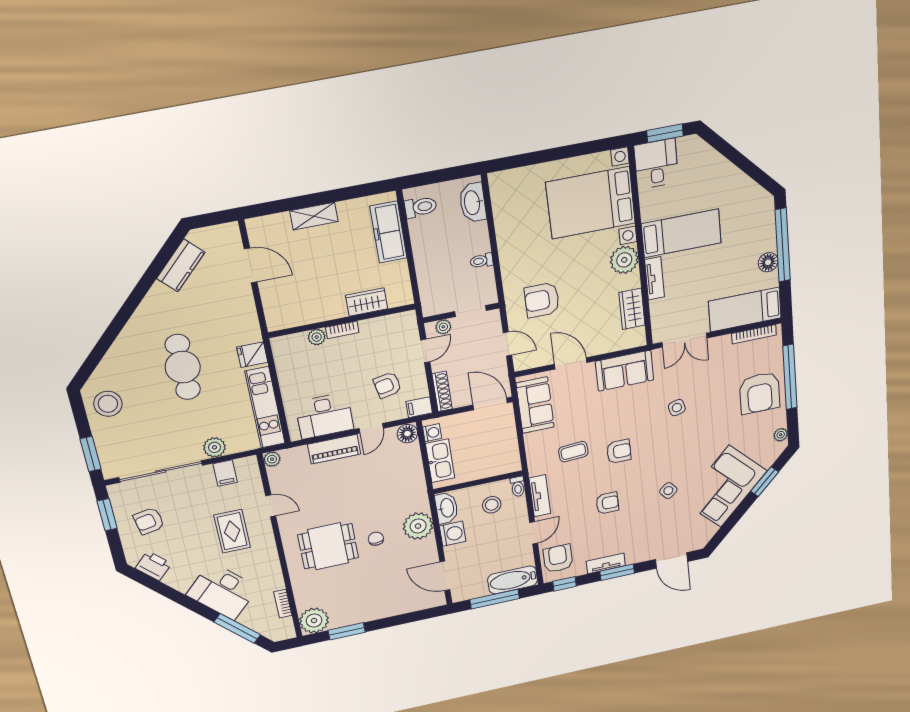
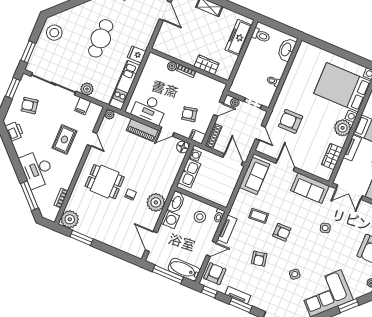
armchair: (607, 503) -> (259, 259), turned 79

